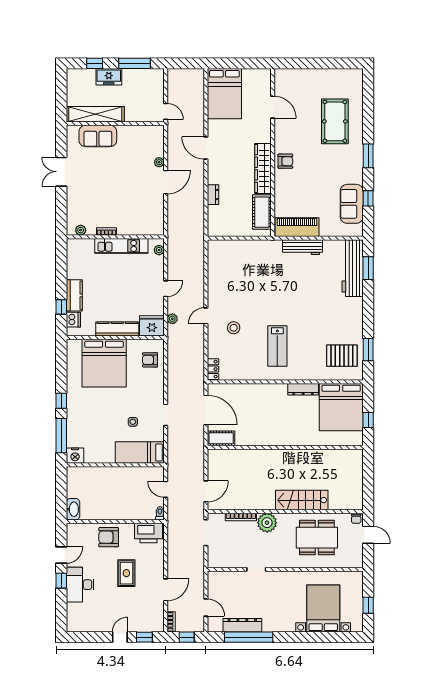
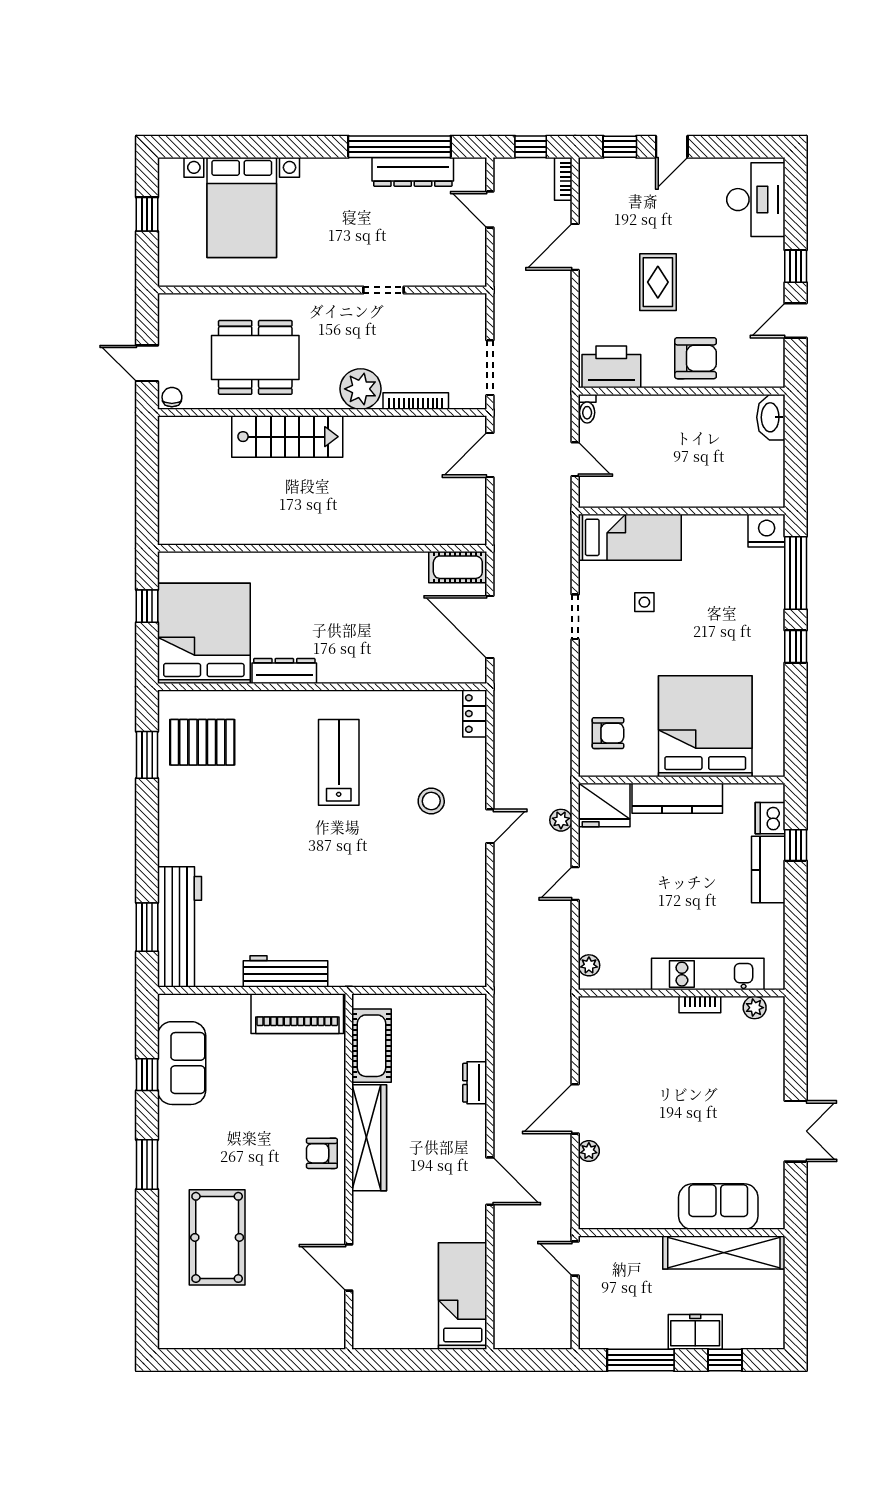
bed: (224, 94) -> (463, 1296), width x0.67
kitchen unit: (121, 246) -> (708, 974), moved
desk: (80, 585) -> (756, 200), moved

